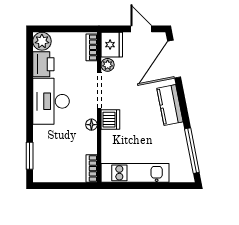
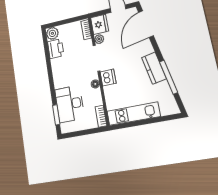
desk: (51, 101) -> (70, 104), moved
kitchen counter: (170, 105) -> (154, 68), moved
window: (192, 151) -> (169, 77), moved

